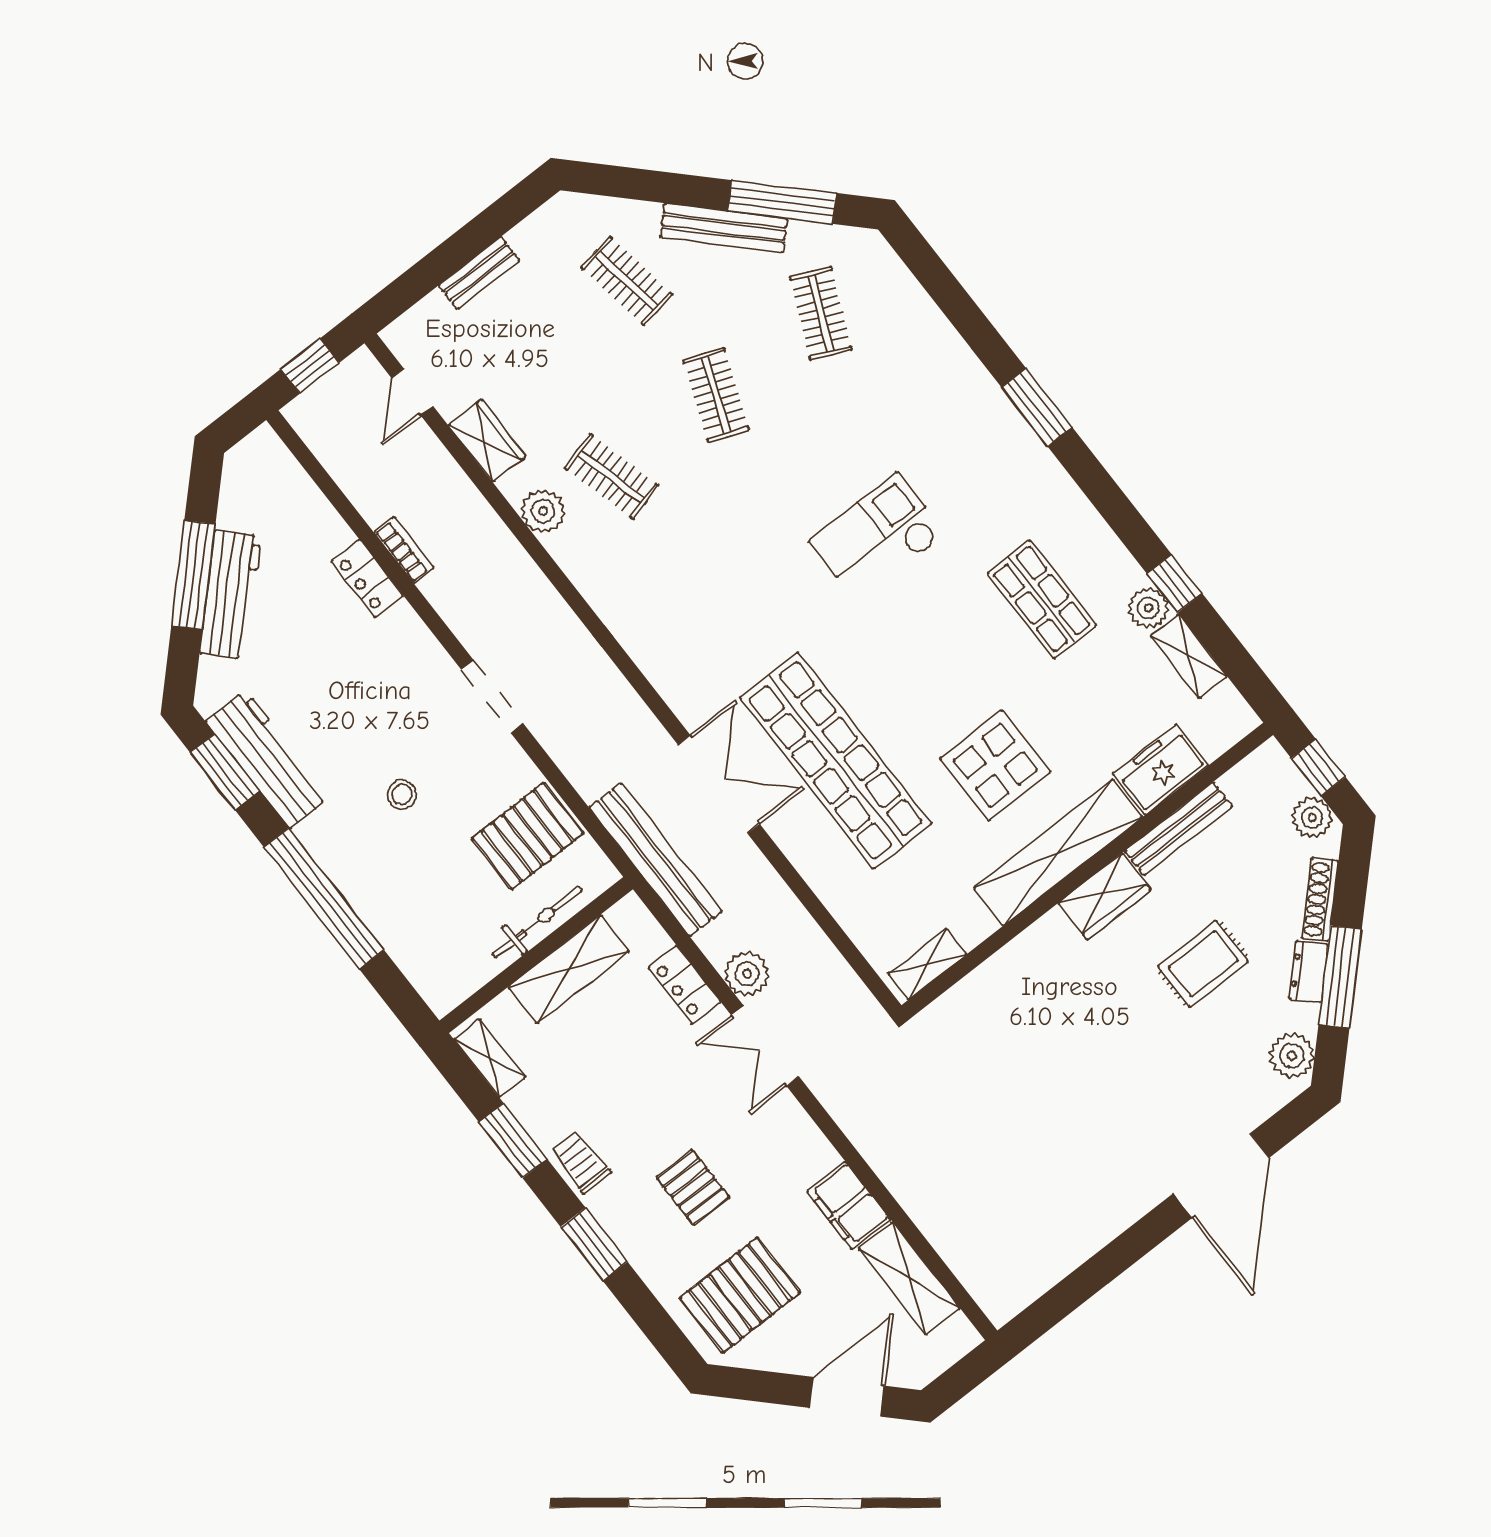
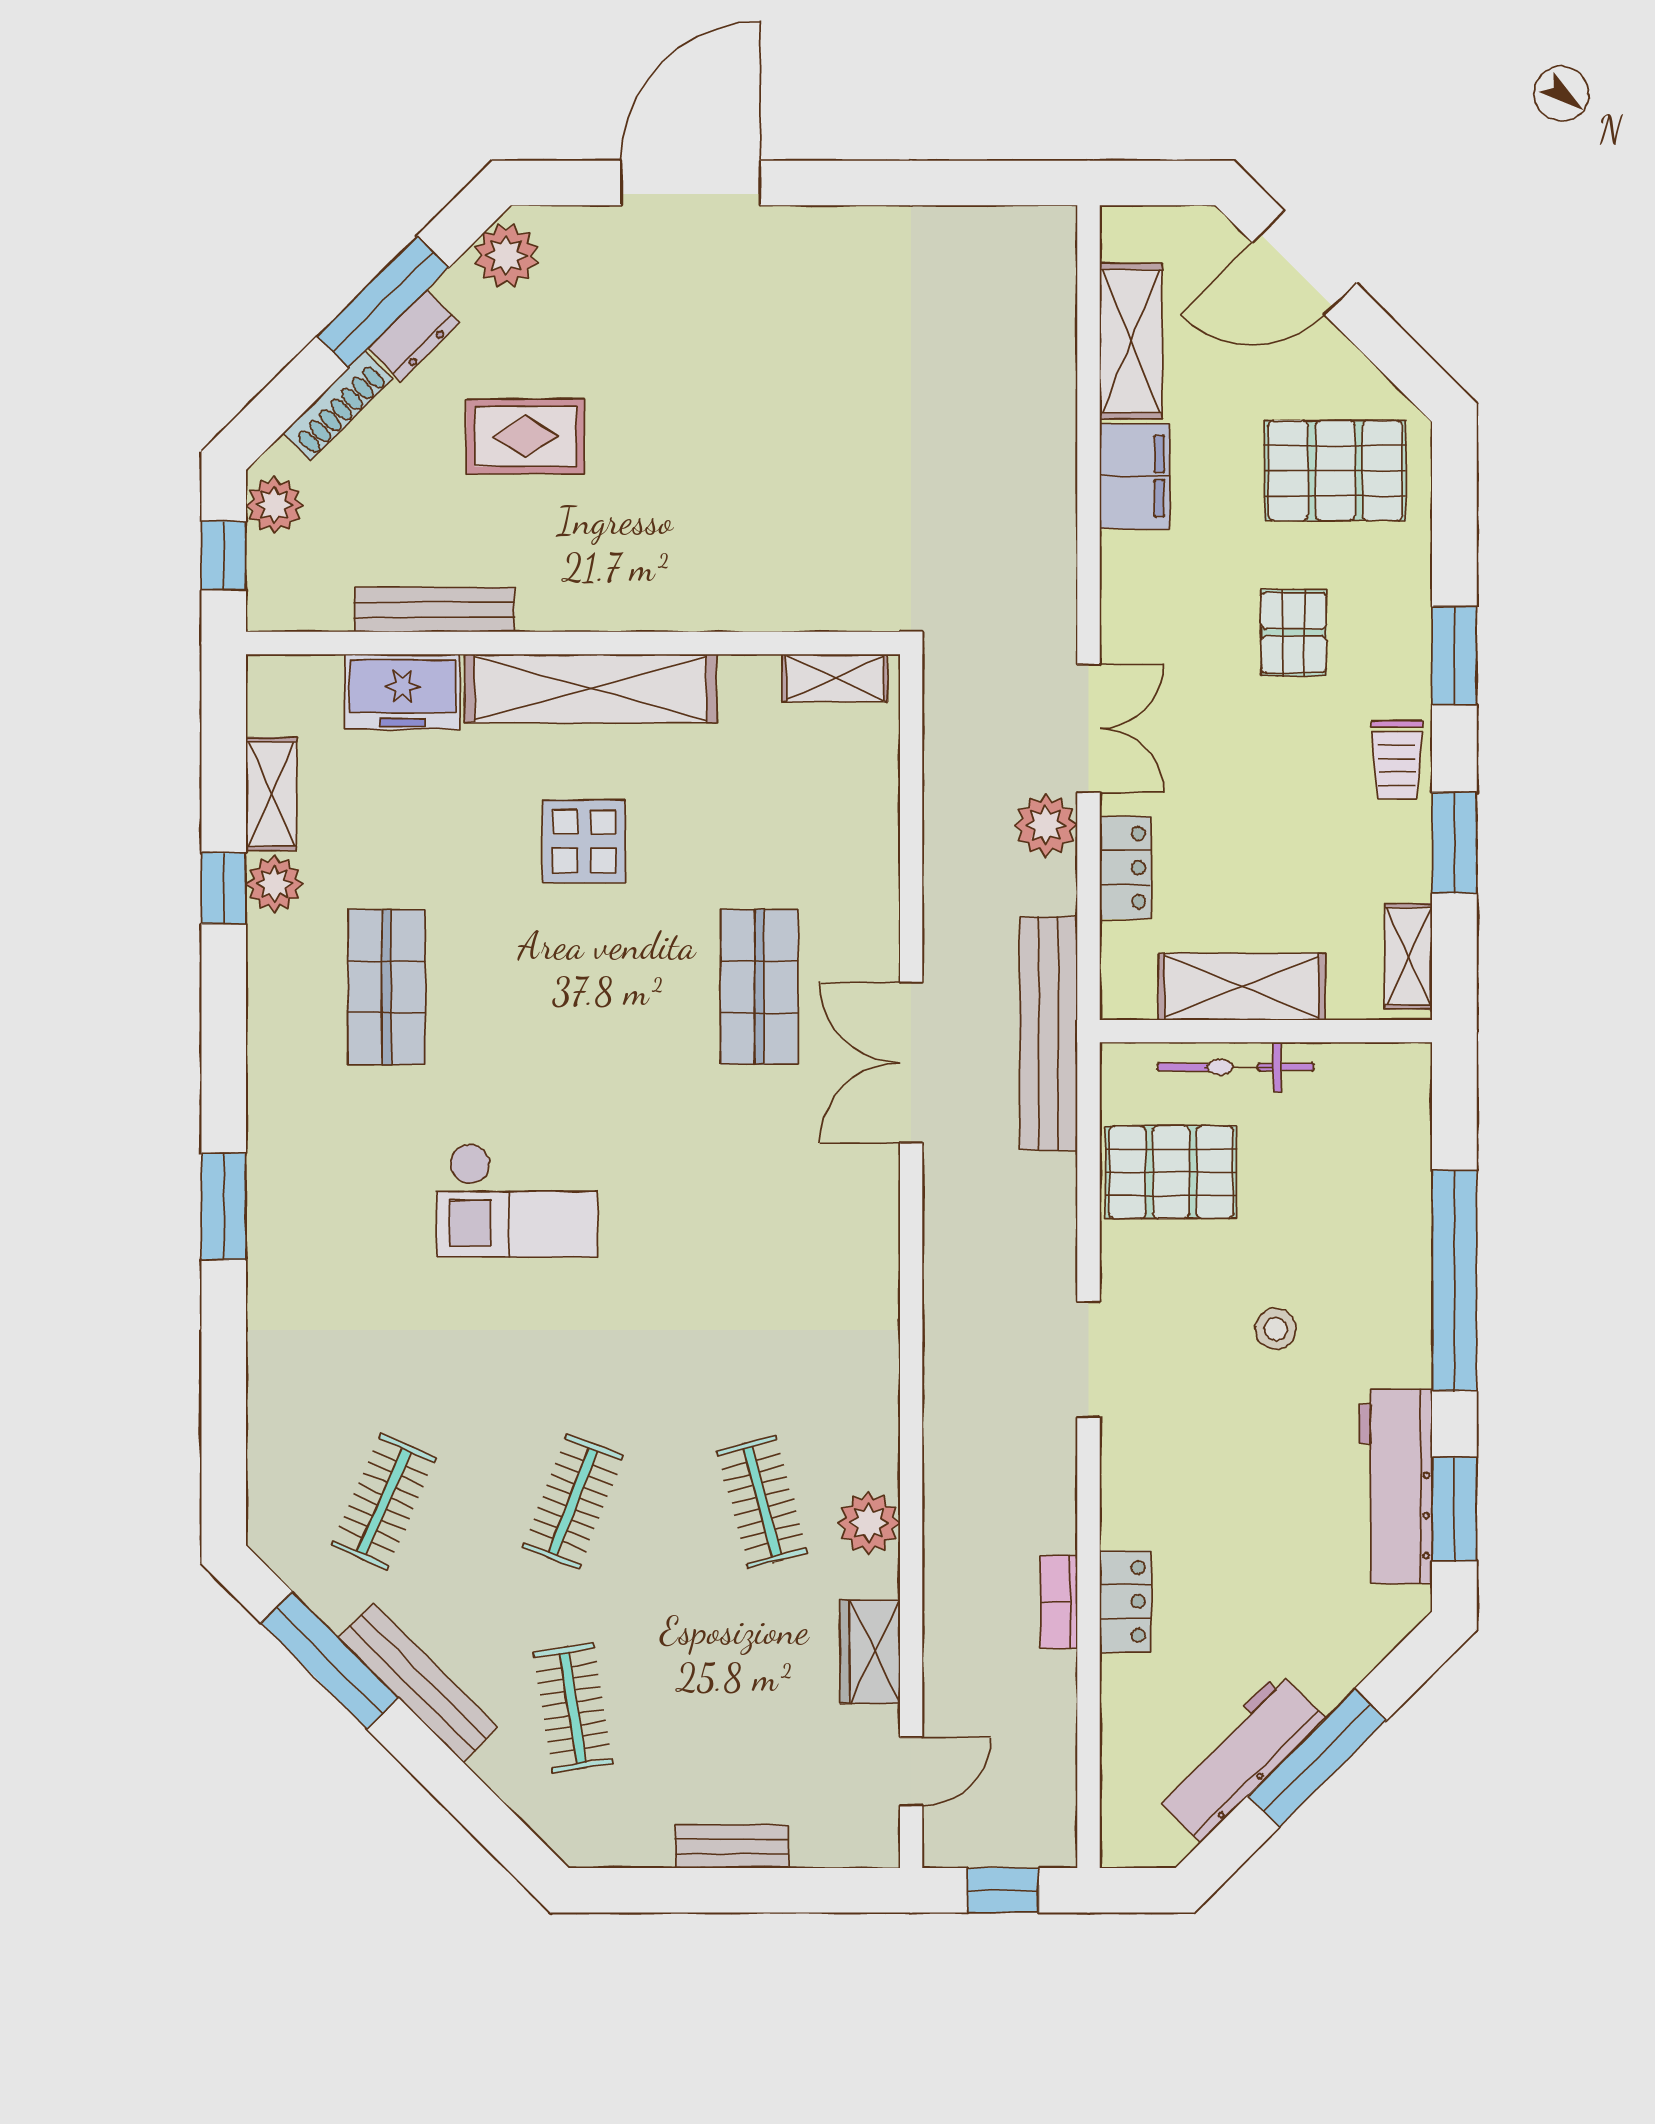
workbench: (230, 595) -> (1240, 1757), moved
shop shelf: (836, 761) -> (759, 987), width x0.50, depth x0.74
display table: (995, 765) -> (584, 841), width x0.73, depth x0.73
wardrobe: (1105, 896) -> (577, 598), removed

